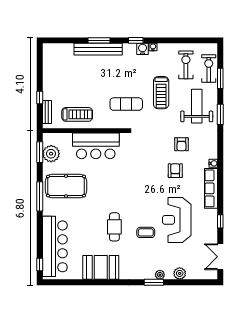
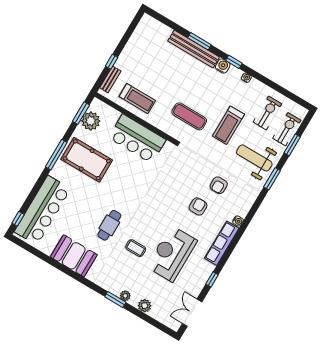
water cooler: (143, 49) -> (223, 66), moved
weight bench: (197, 106) -> (254, 158), turned -90

